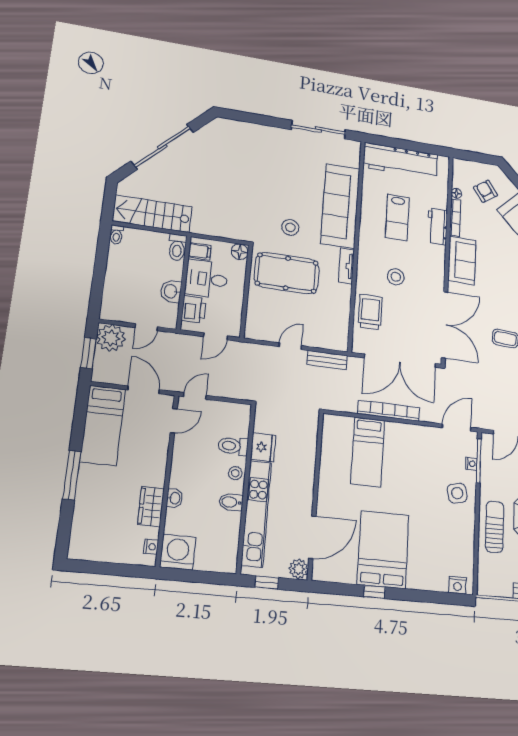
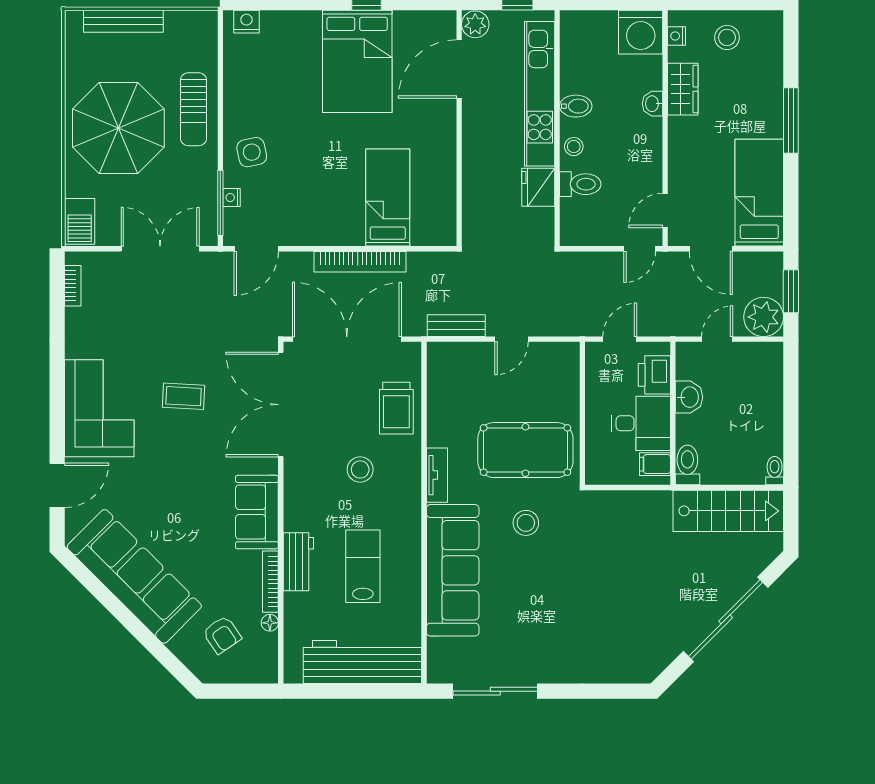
floor lamp: (240, 252) -> (597, 473), removed
stool: (113, 542) -> (727, 37), added

